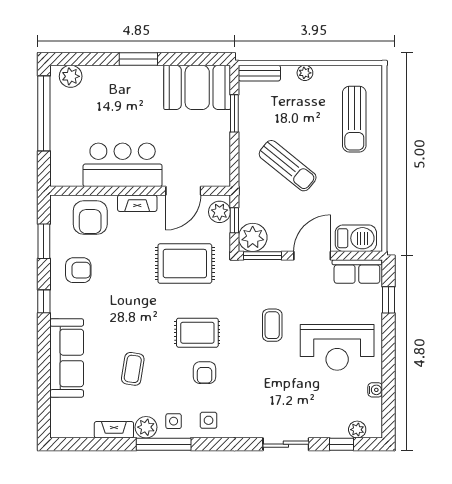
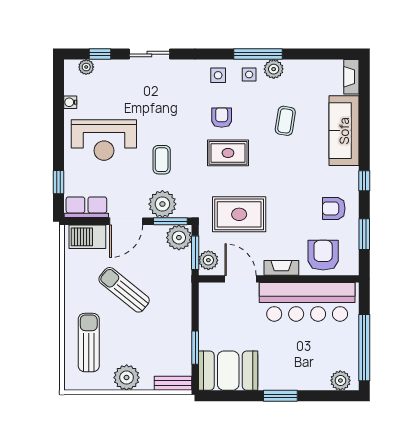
plant: (305, 73) -> (127, 378), width x1.88, depth x1.88
bar counter: (123, 165) -> (307, 302), width x1.36
sun lounger: (288, 166) -> (124, 290), moved
door: (183, 191) -> (241, 279), hinge flipped
window: (234, 220) -> (195, 253), width x1.50
plant: (271, 275) -> (162, 204), added
reception desk: (337, 347) -> (104, 140), turned 180
fireplace: (114, 430) -> (351, 77), moved, turned 90

